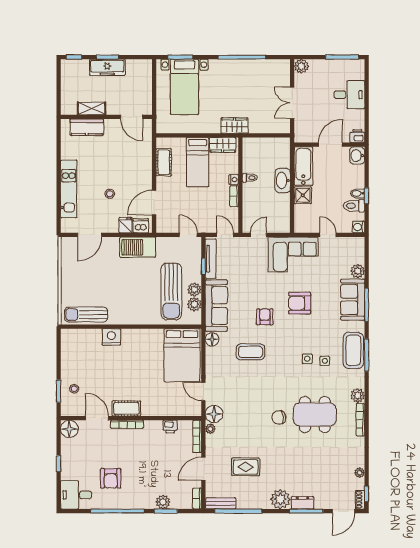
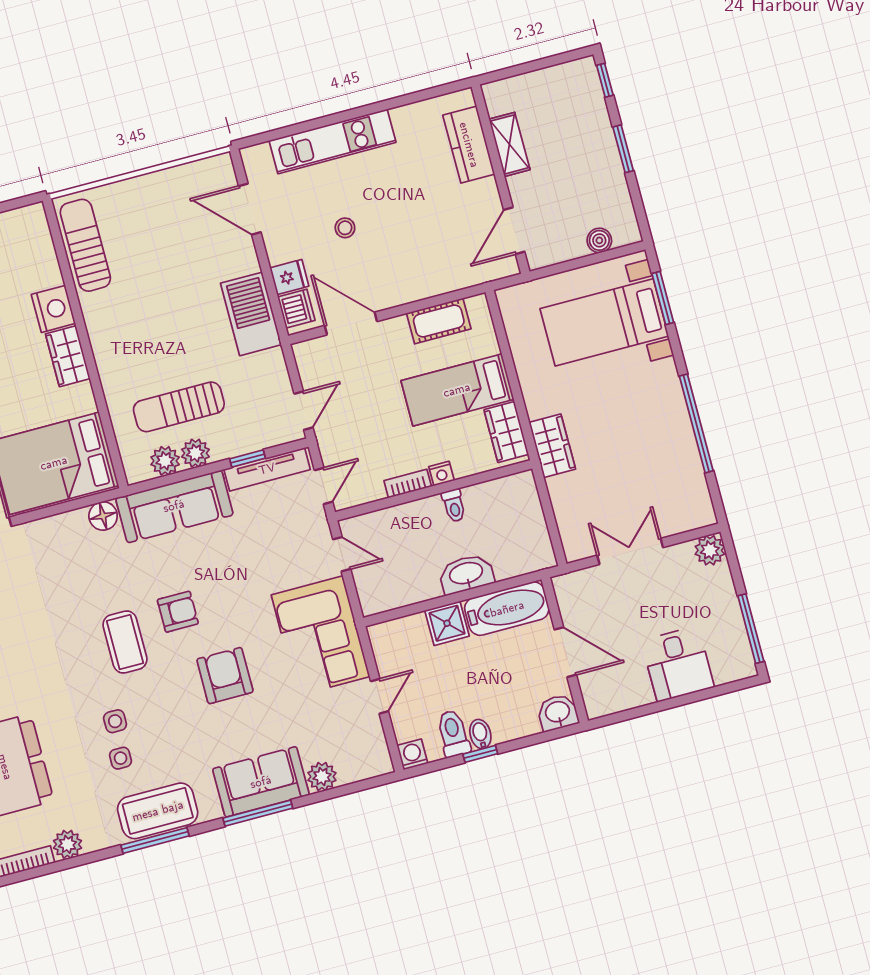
freezer: (107, 67) -> (602, 154), removed
boiler: (146, 79) -> (599, 240), added
printer: (357, 136) -> (597, 703), removed
sun lounger: (171, 291) -> (179, 407), width x0.73, depth x0.75
wardrobe: (135, 336) -> (68, 356), added
coffee table: (250, 352) -> (125, 642), moved

